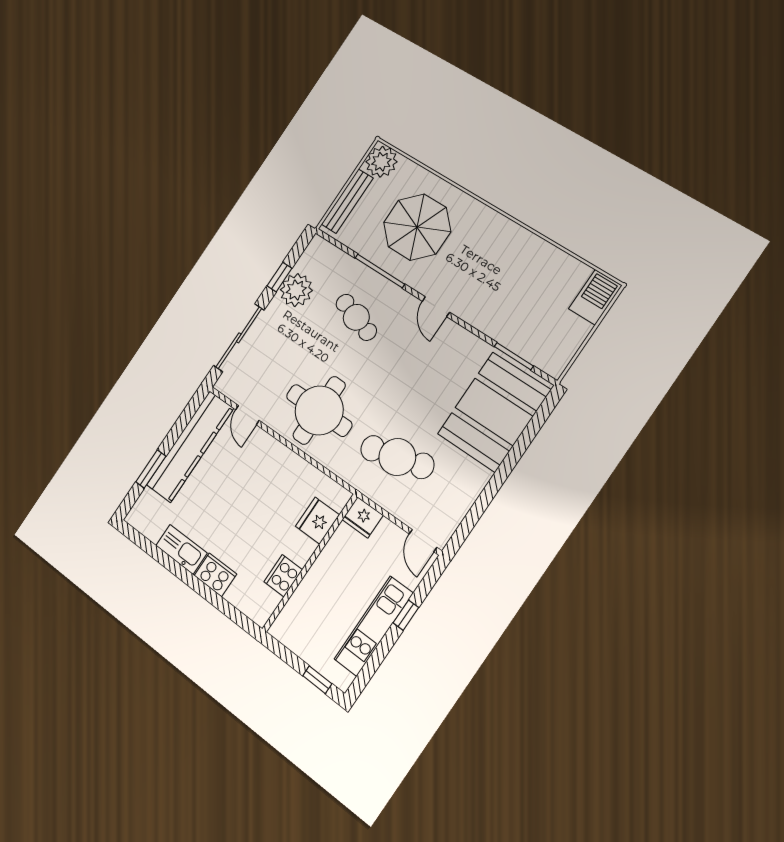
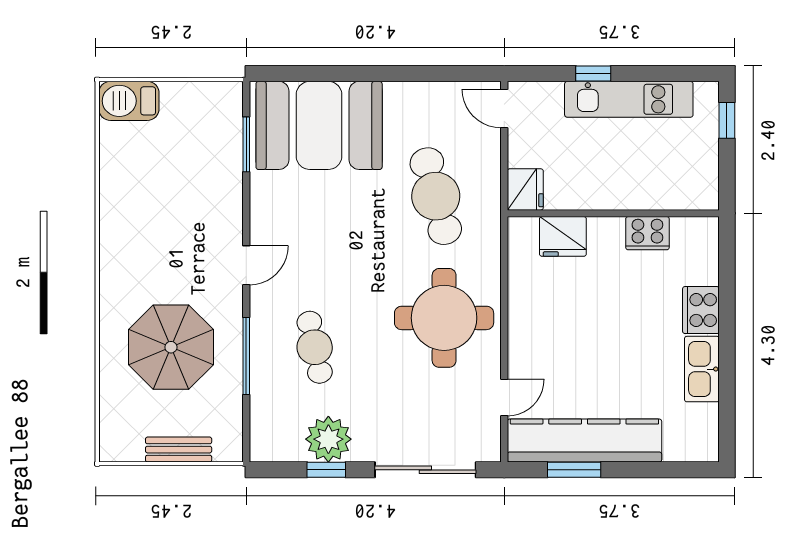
plant: (381, 162) -> (121, 440), removed
bench: (347, 201) -> (179, 450), width x0.73
cafe table: (356, 317) -> (315, 347), turned -30
window: (151, 469) -> (574, 470), moved
door: (423, 541) -> (504, 108), swing flipped

